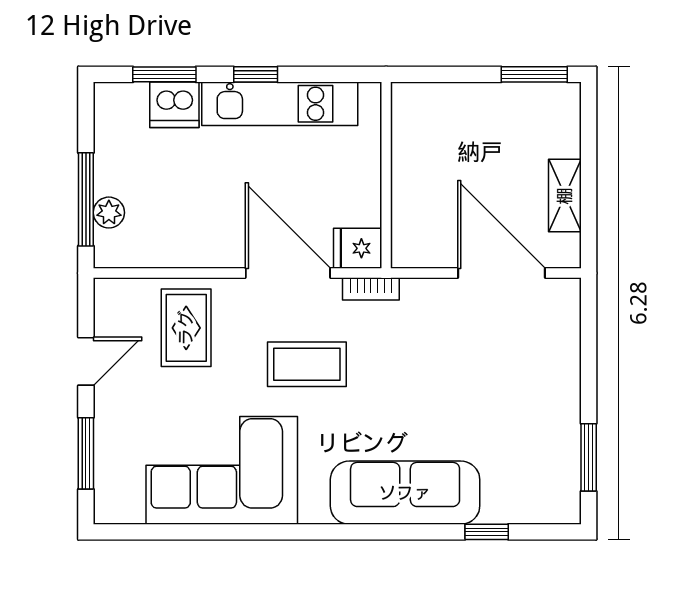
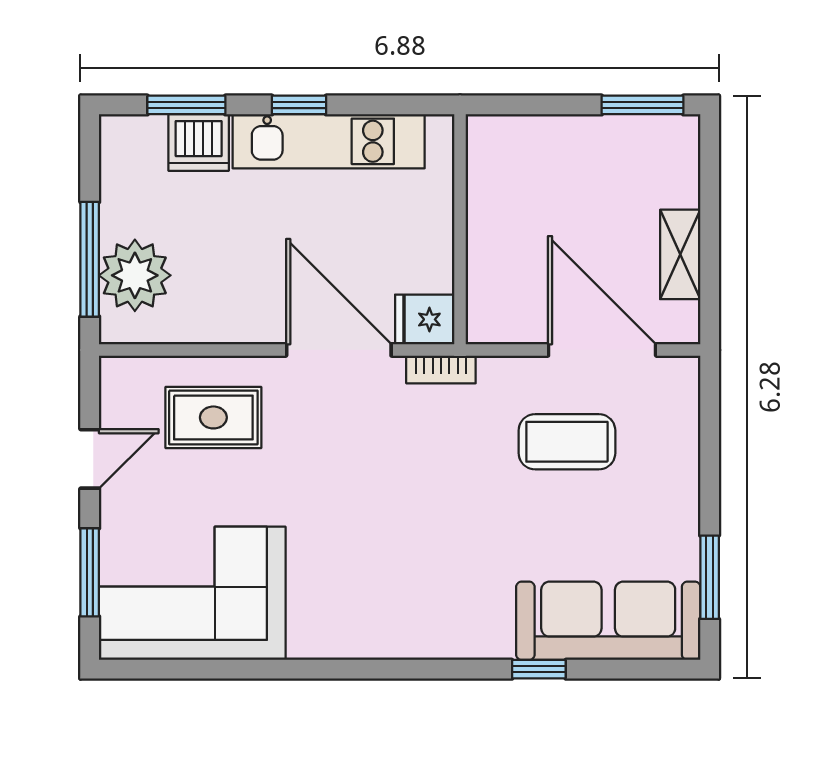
plant: (109, 213) -> (135, 275), width x1.88, depth x1.88
rug: (186, 328) -> (213, 417), turned 90
coffee table: (307, 364) -> (567, 442), moved
corner sofa: (222, 470) -> (192, 593), moved
sofa: (405, 493) -> (608, 621), moved
window: (487, 532) -> (539, 669), moved

